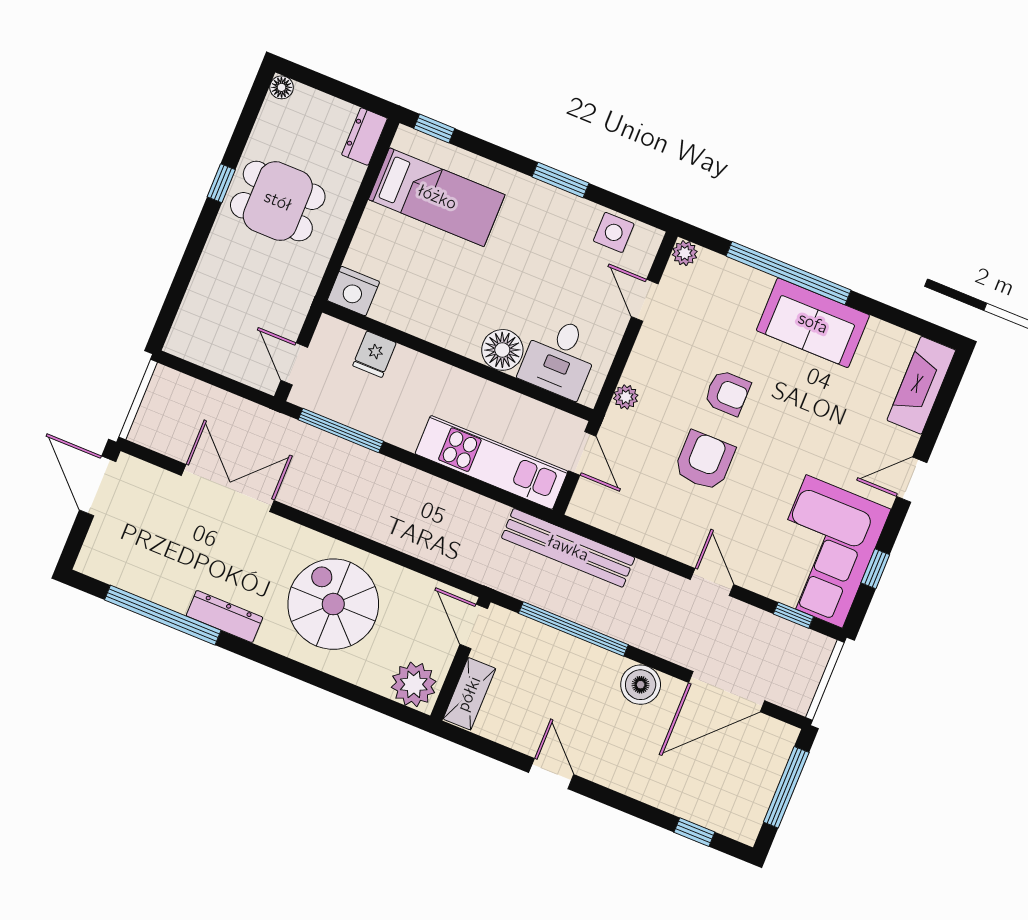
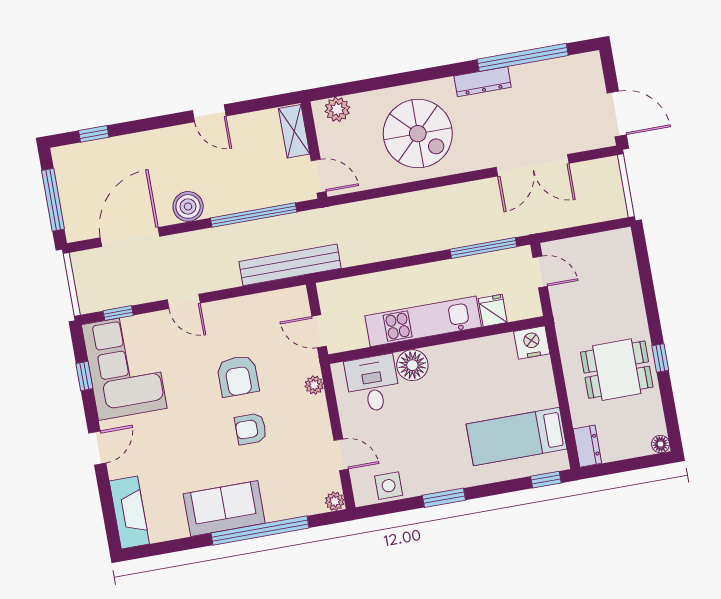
kitchen unit: (492, 462) -> (423, 321), moved, turned 180
plant: (414, 684) -> (337, 109), width x0.73, depth x0.73

